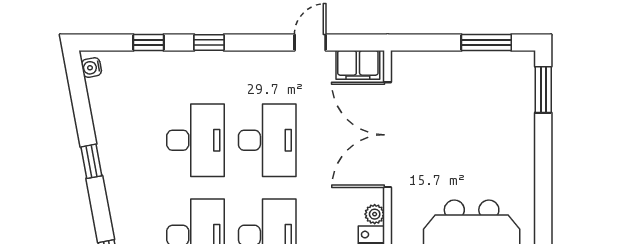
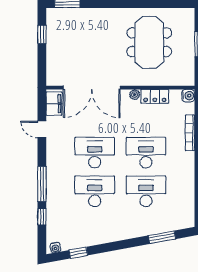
window: (209, 43) -> (42, 184), width x2.17
window: (486, 43) -> (42, 34), width x0.67
window: (91, 161) -> (78, 253), moved

